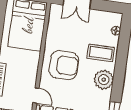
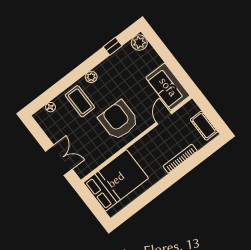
plant: (104, 80) -> (91, 77), width x0.53, depth x0.53

